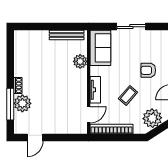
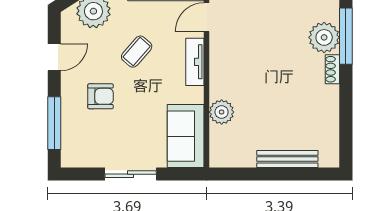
bench: (67, 35) -> (287, 159), moved

